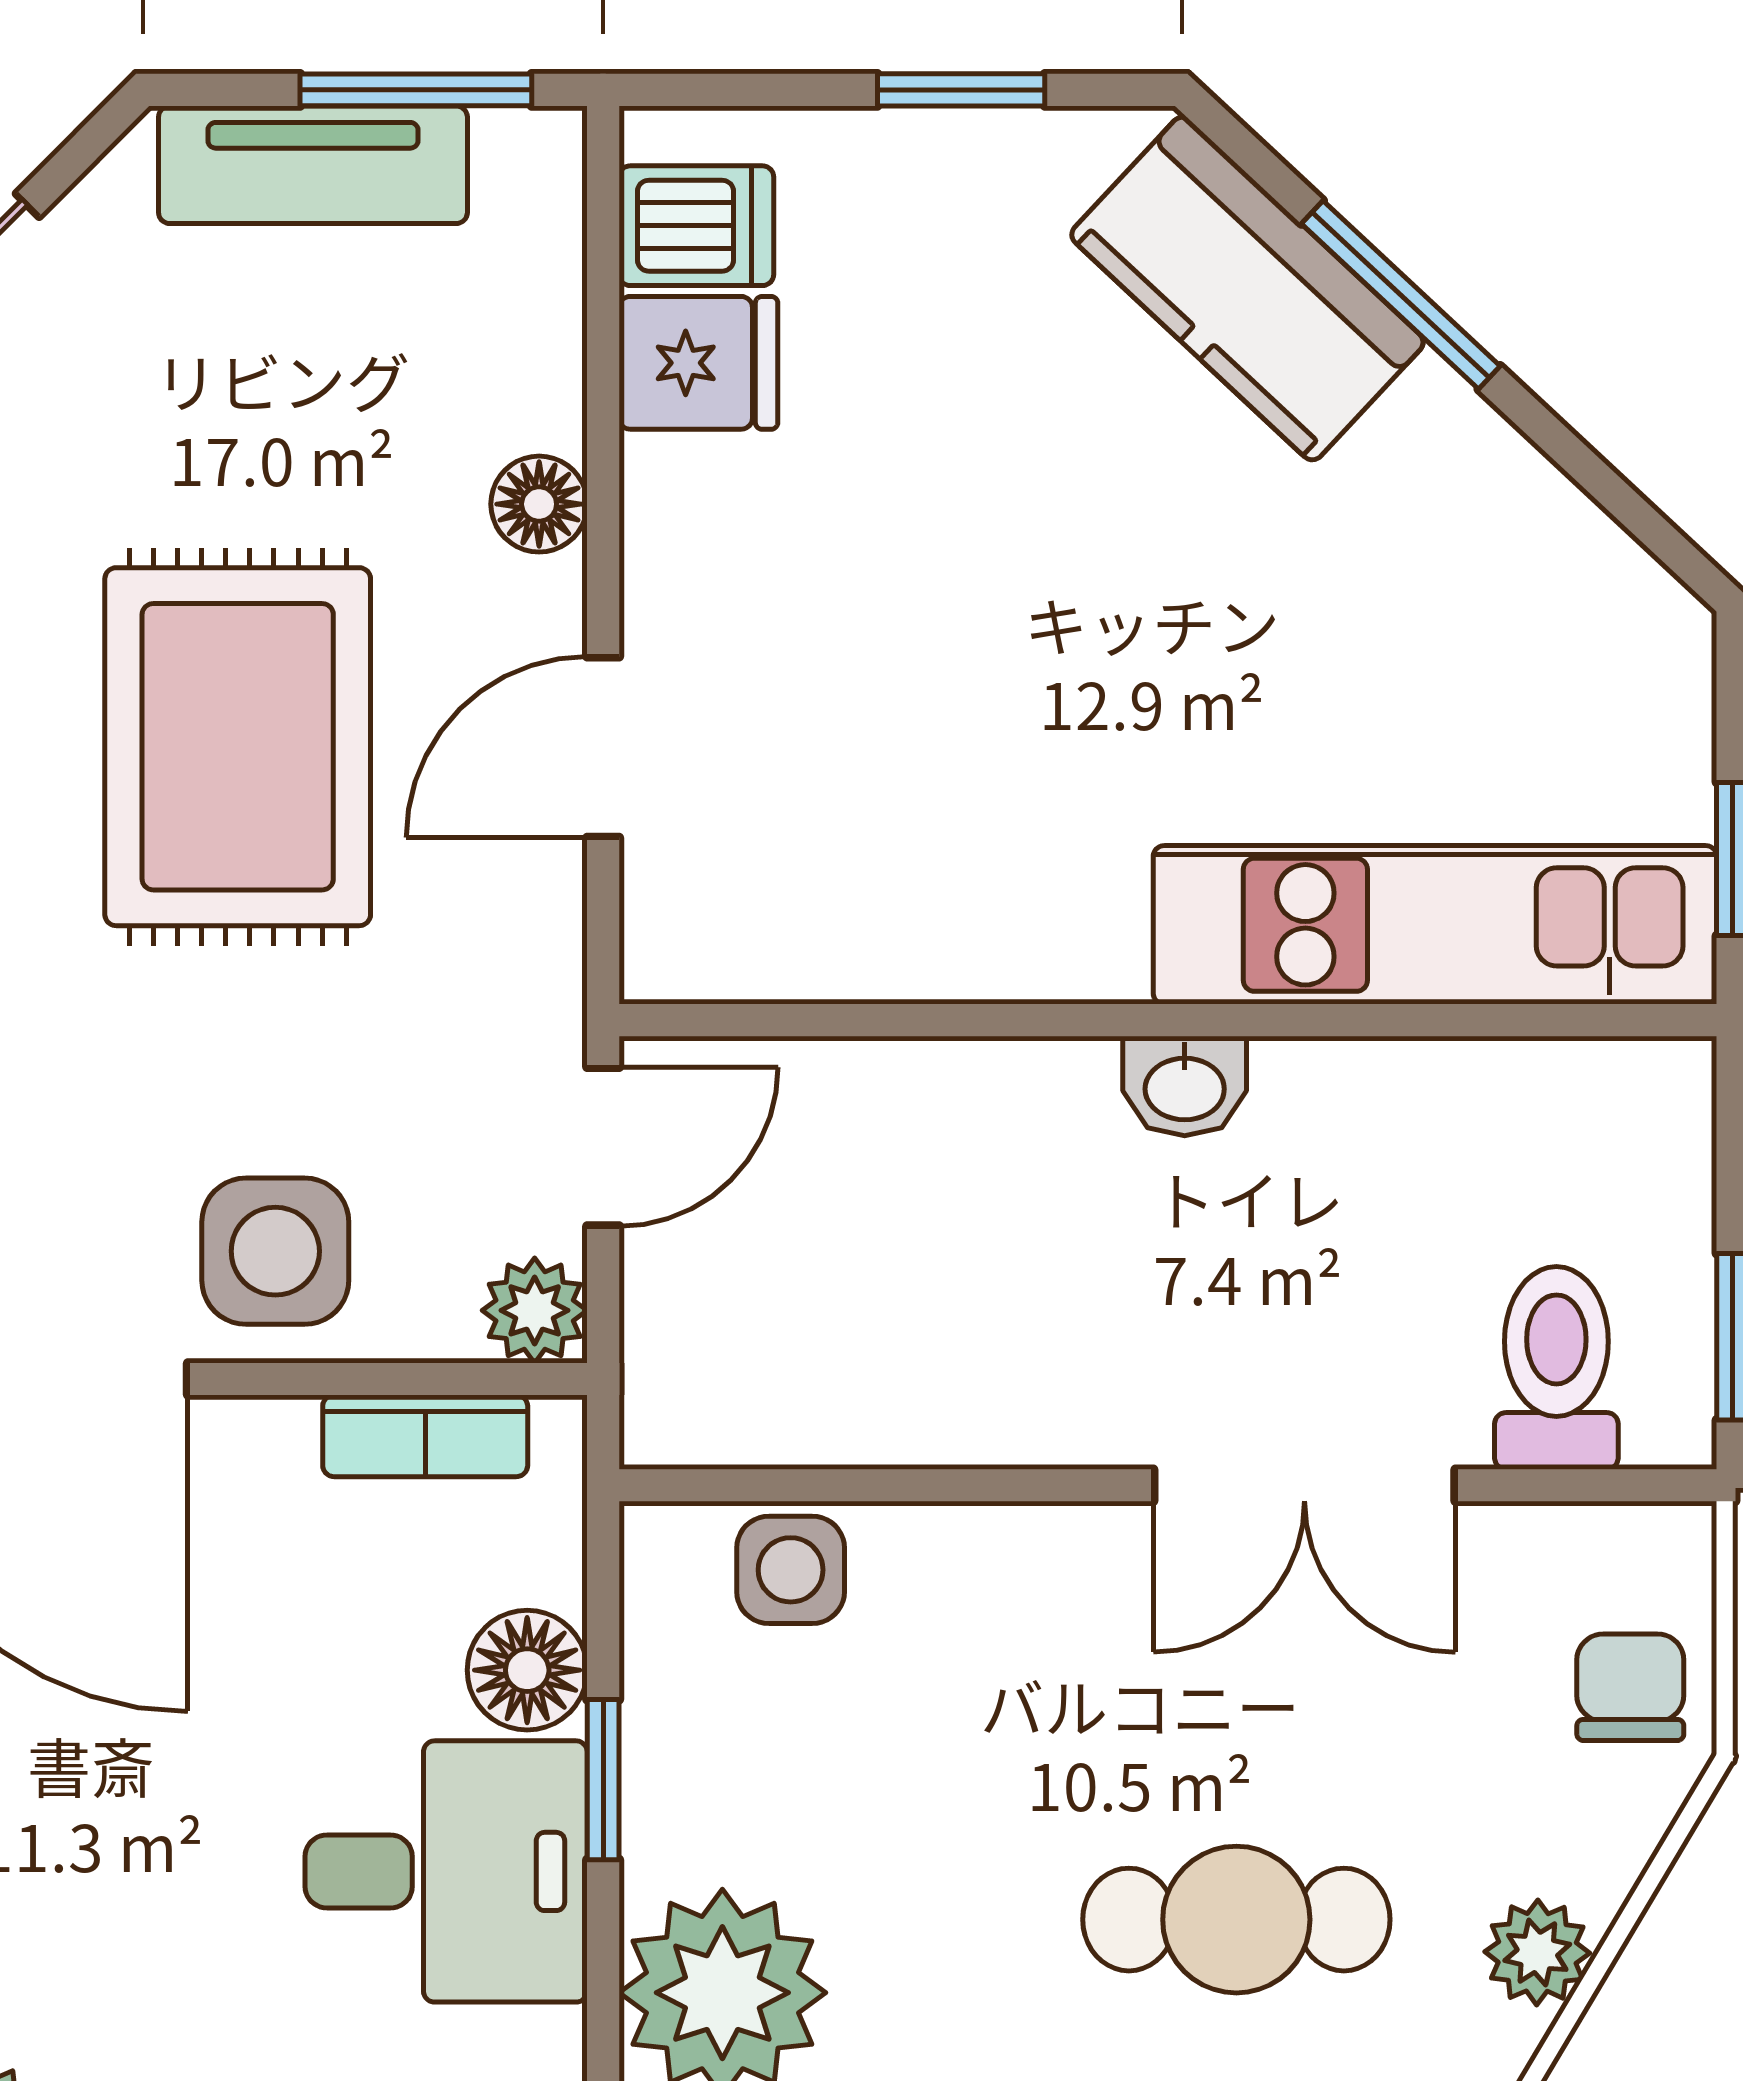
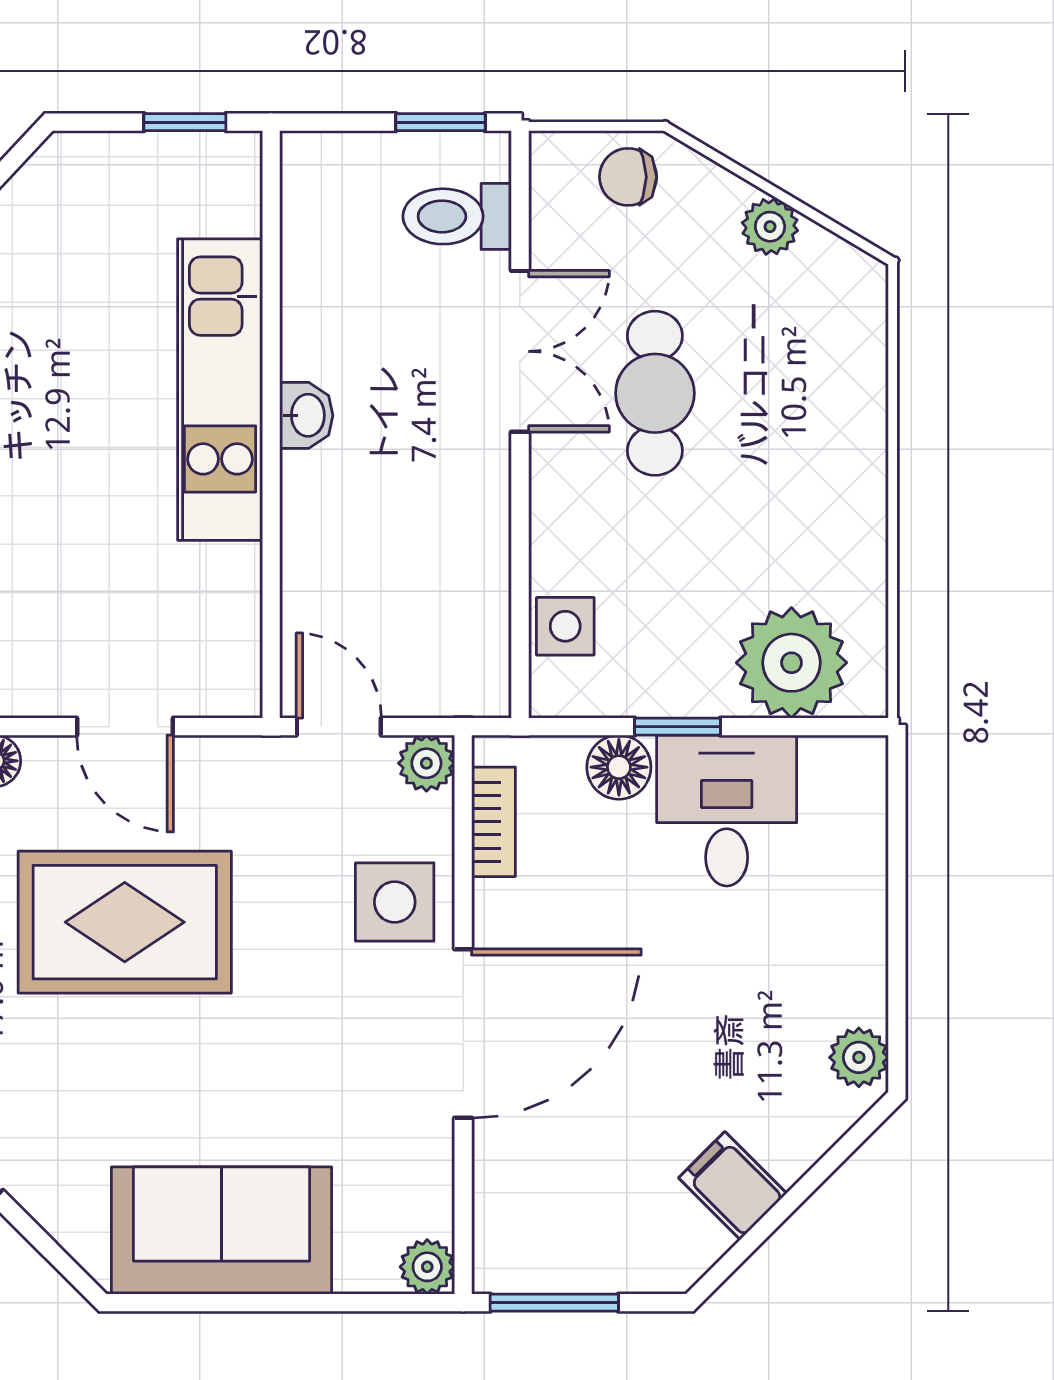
kitchen unit: (1435, 925) -> (220, 390), moved
cafe table: (1236, 1920) -> (655, 393), moved

